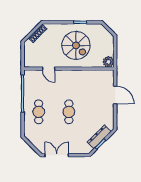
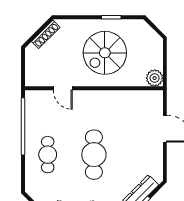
spiral stairs: (76, 45) -> (105, 53), turned 90
cafe table: (69, 112) -> (94, 155), width x1.37, depth x1.35

